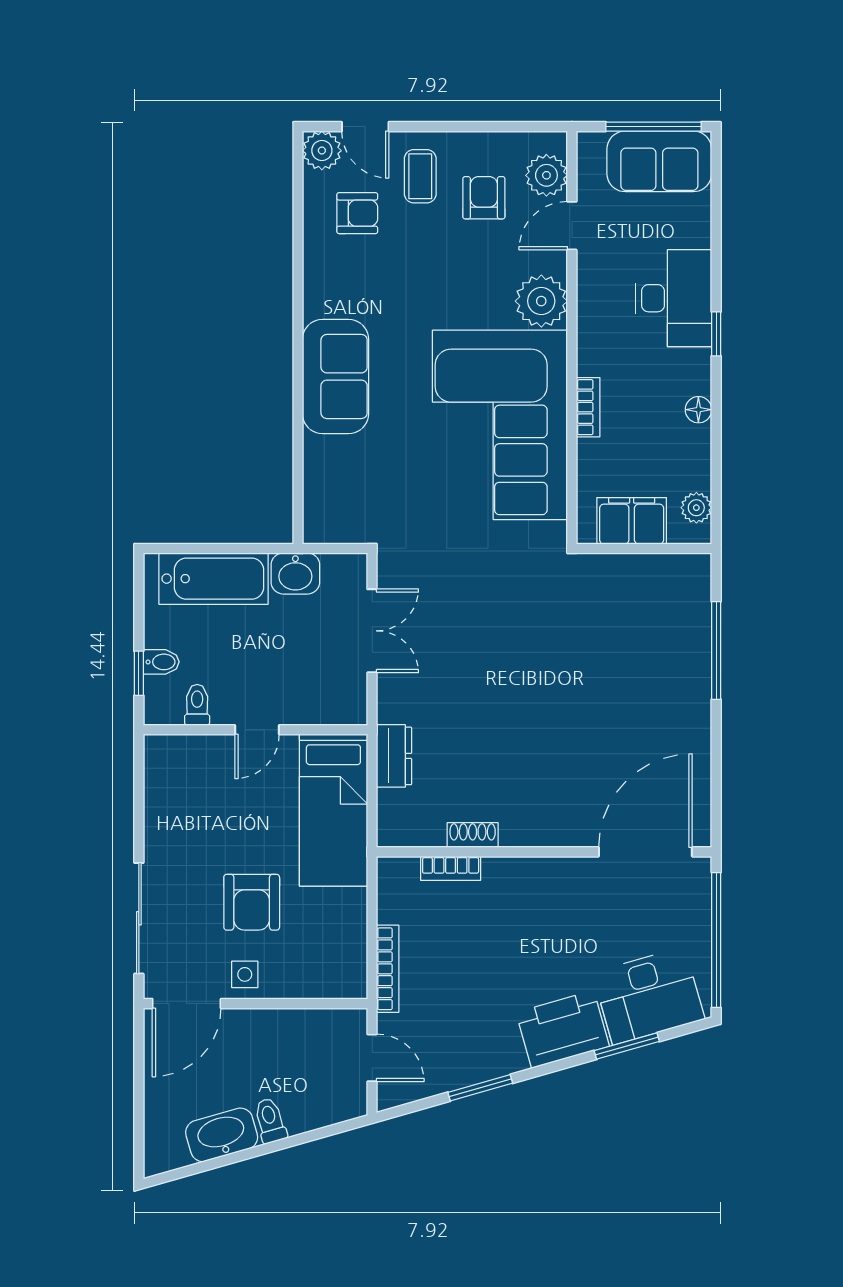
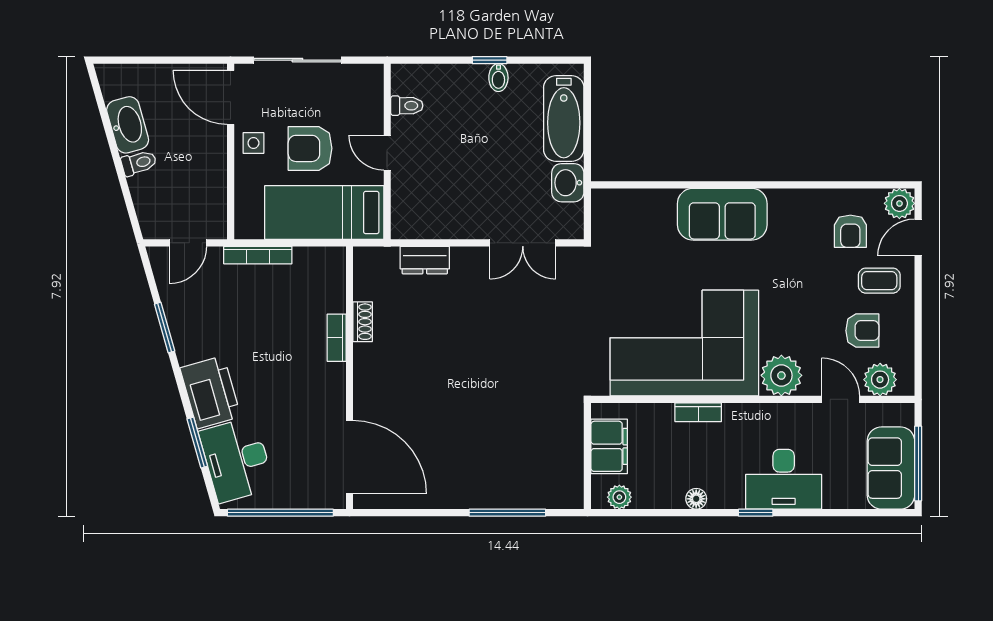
toilet: (197, 705) -> (407, 106), moved
wall: (255, 730) -> (387, 151), moved
door: (257, 730) -> (387, 153), moved
bed: (333, 810) -> (324, 213), moved
bookcase: (451, 868) -> (337, 338), moved

